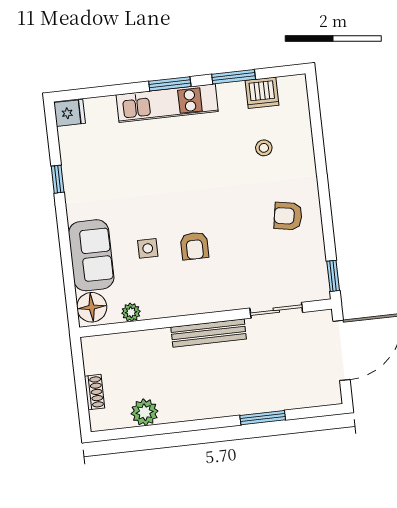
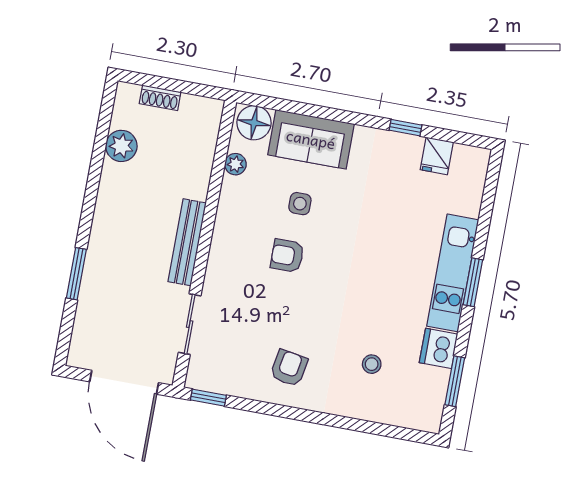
window: (234, 77) -> (455, 381), moved
dishwasher: (262, 93) -> (439, 348), moved
fridge: (70, 113) -> (437, 156), moved

